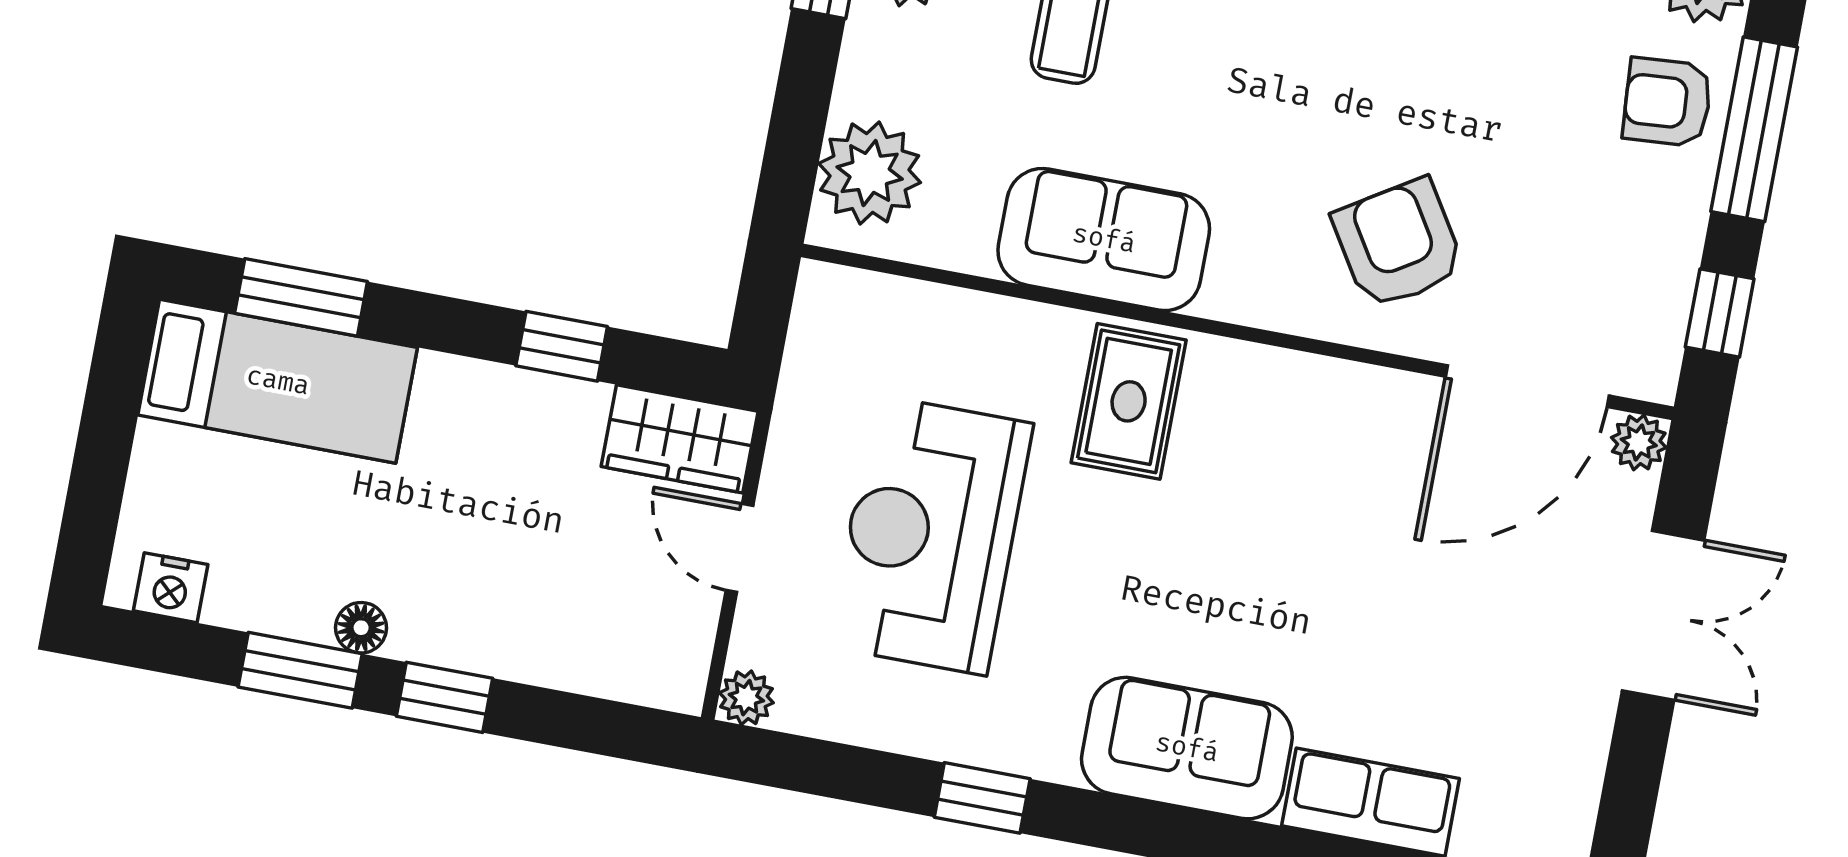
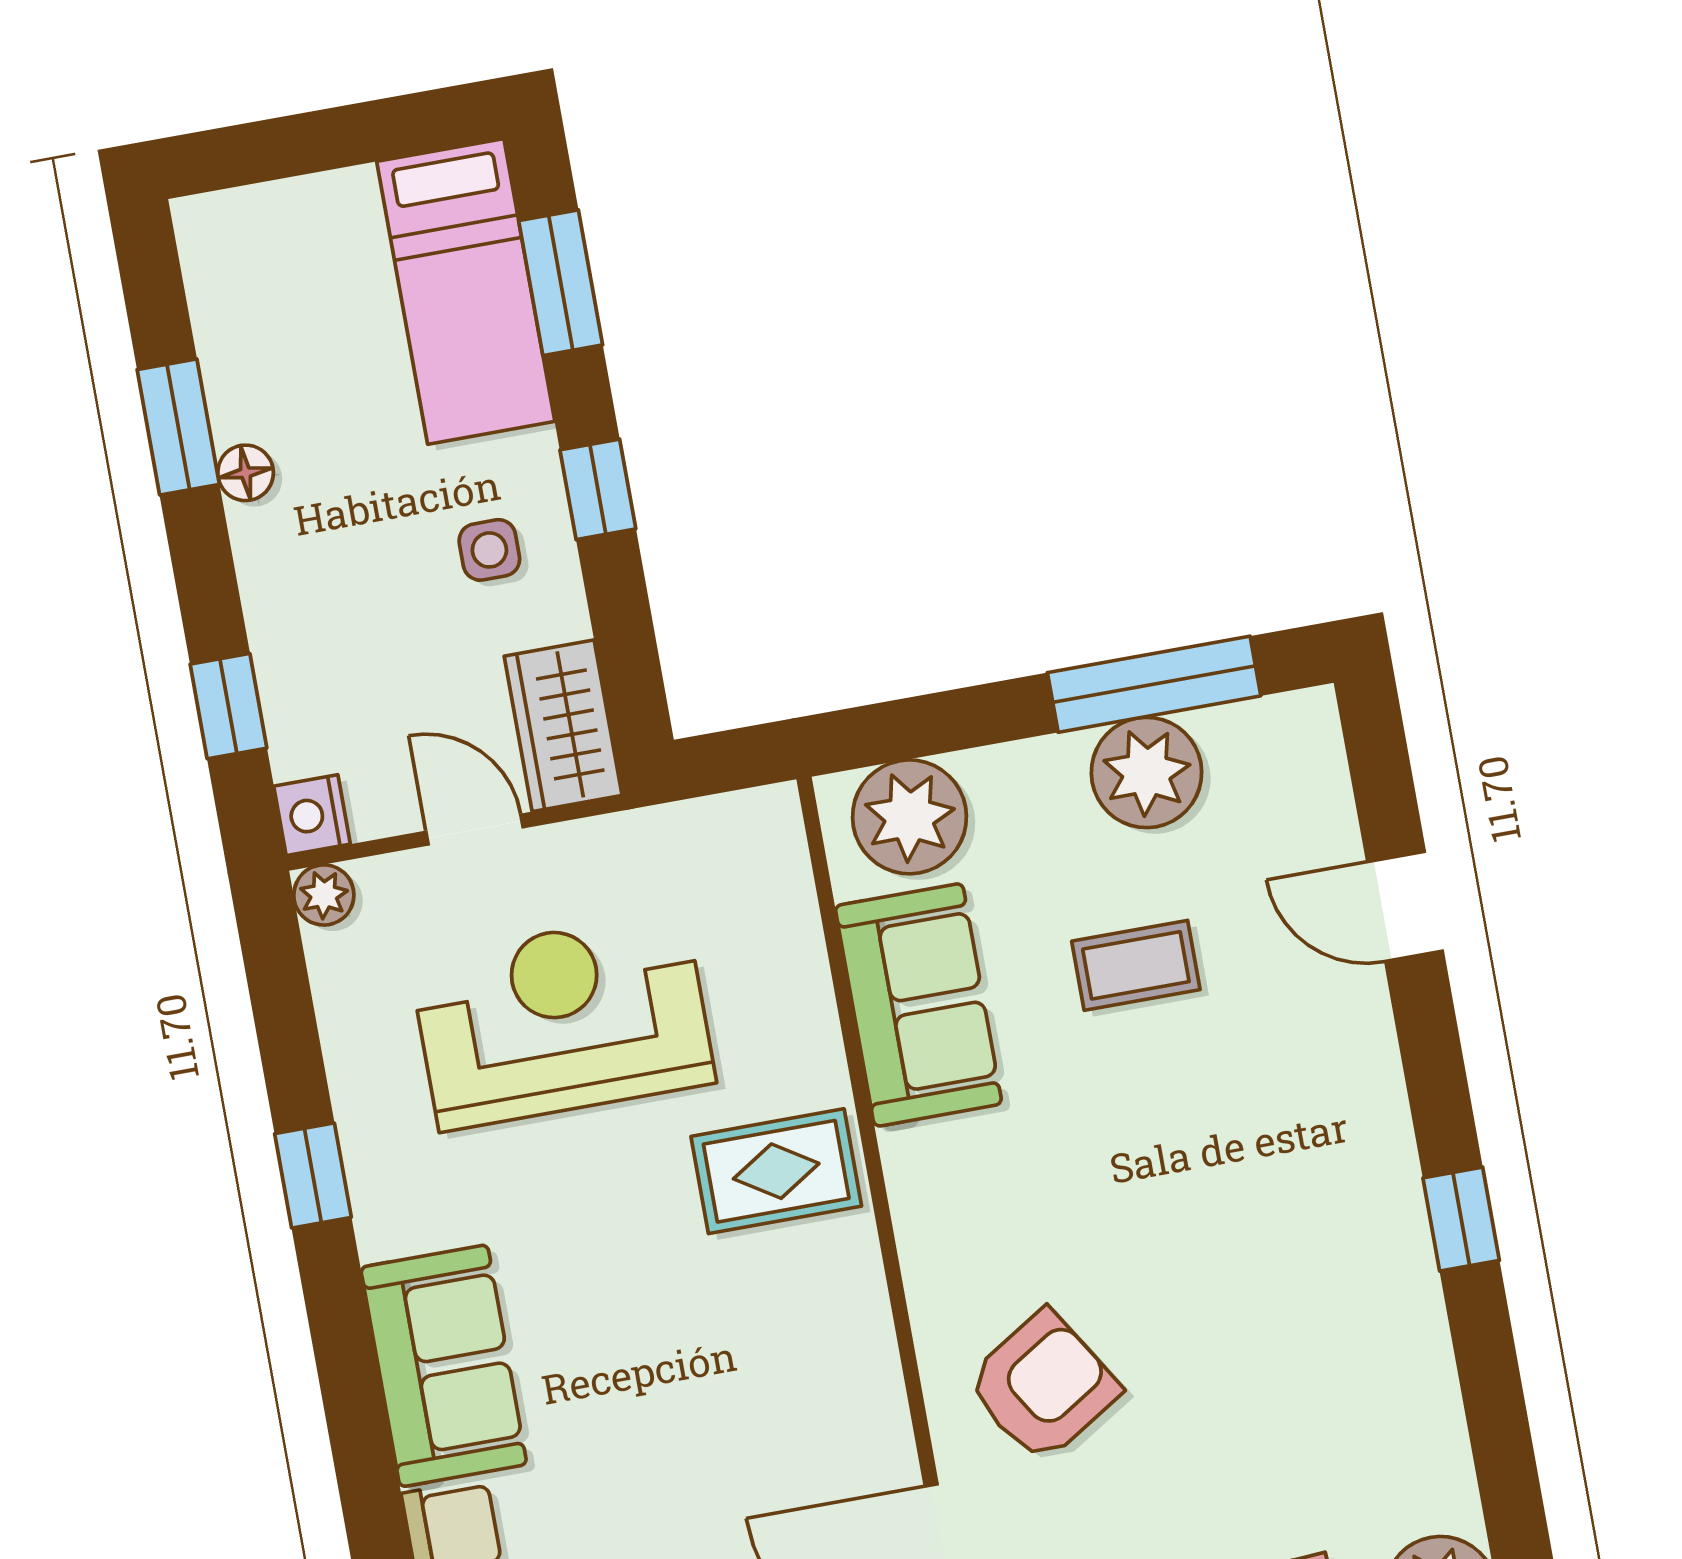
sofa: (1104, 239) -> (918, 1005), moved
window: (562, 346) -> (598, 489), moved
side table: (506, 445) -> (489, 550), added
door: (740, 548) -> (475, 830), hinge flipped
nightstand: (171, 588) -> (312, 815), moved
window: (445, 697) -> (228, 706), moved

